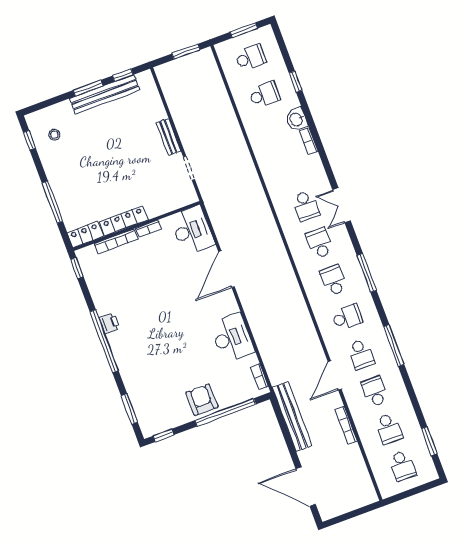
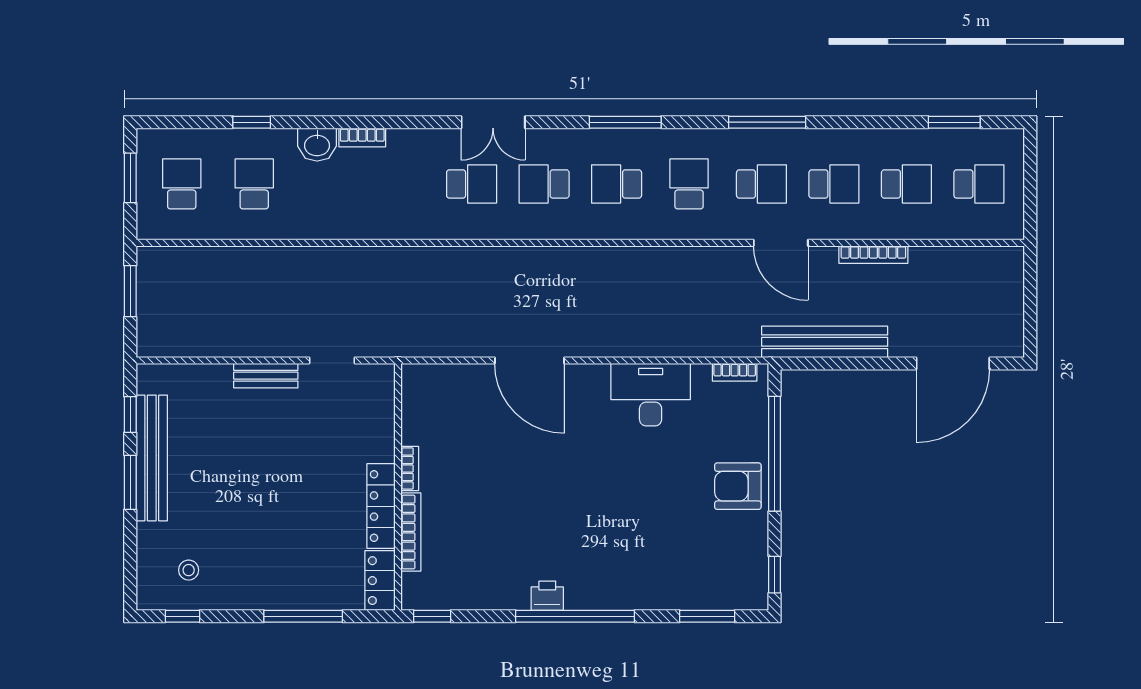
desk: (192, 230) -> (441, 395), removed
school desk: (375, 391) -> (834, 184), turned 180

